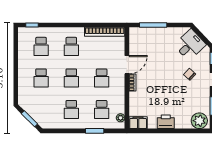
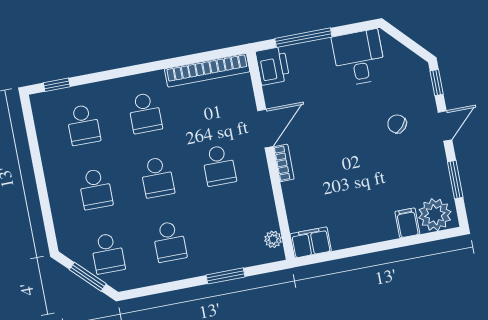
desk: (190, 45) -> (359, 58), moved, turned -46
school desk: (102, 109) -> (108, 253), moved
printer: (166, 122) -> (273, 66), moved, turned 90
filing cabinet: (186, 122) -> (407, 223), added

